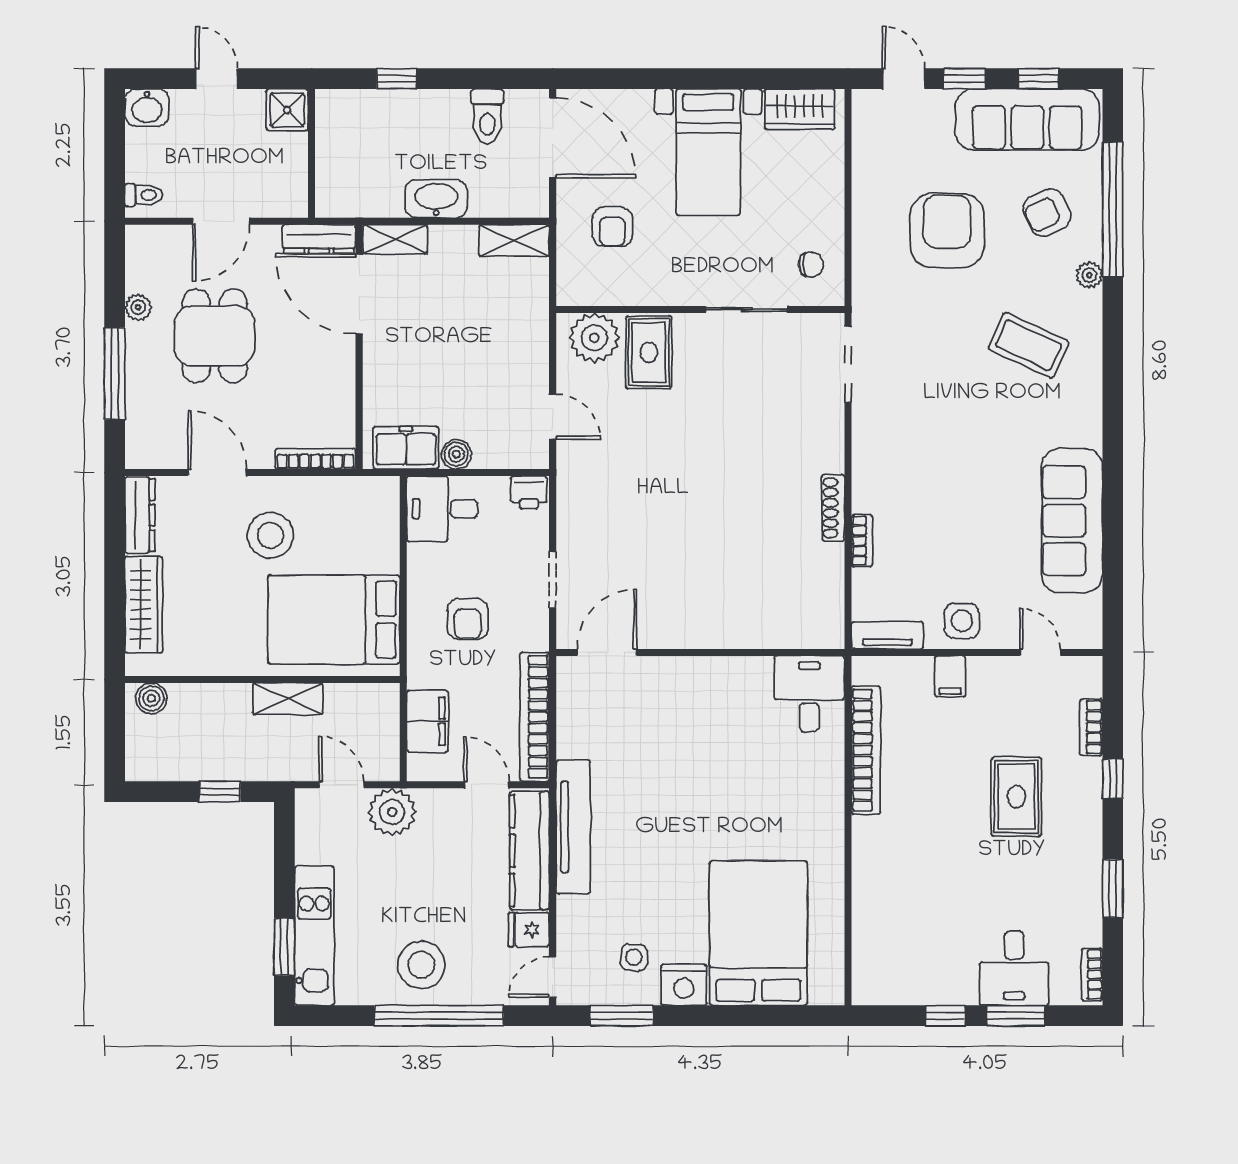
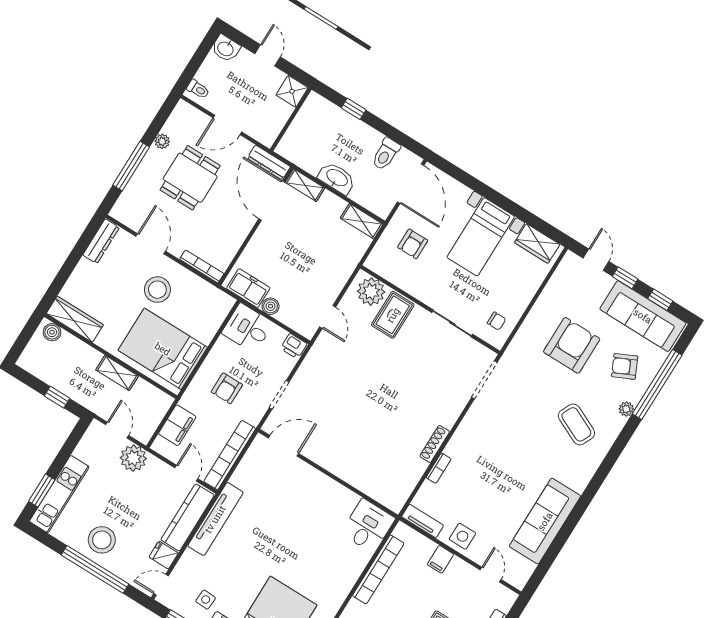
wardrobe: (144, 605) -> (75, 319), moved, turned -90

